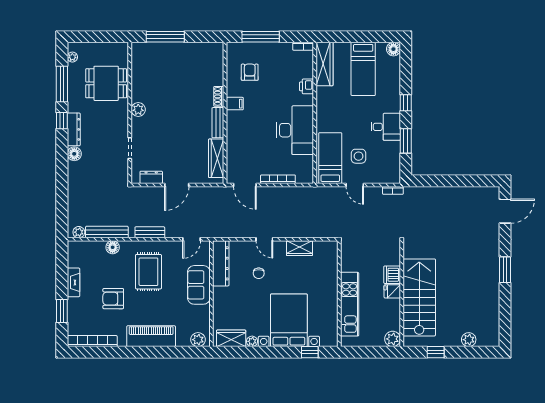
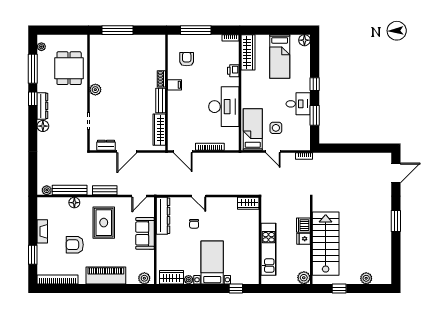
dining table: (106, 83) -> (69, 68), turned 90
wardrobe: (299, 248) -> (248, 203), moved
bed with nightstands: (289, 320) -> (212, 262), width x0.73

